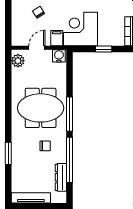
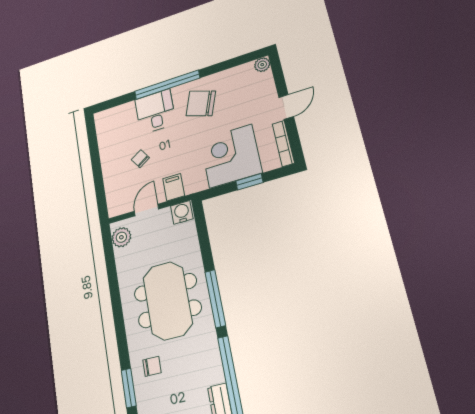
corner desk: (80, 29) -> (231, 156), moved
meeting table: (41, 108) -> (167, 300), turned 90
chair: (45, 146) -> (152, 366), moved

